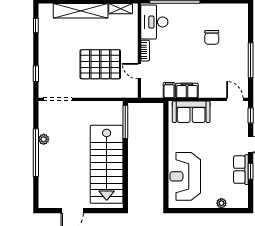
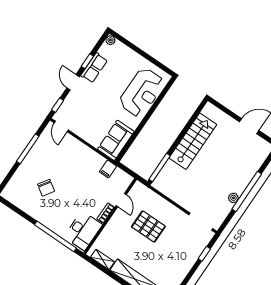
chair: (212, 37) -> (46, 188), turned 124
pallet: (100, 64) -> (148, 227), width x0.73, depth x0.71
filing cabinet: (187, 91) -> (94, 159), removed
sofa: (191, 112) -> (116, 140), moved, turned -90
stairs: (107, 164) -> (193, 141), width x0.73, depth x0.66
plant: (221, 203) -> (110, 40), moved

